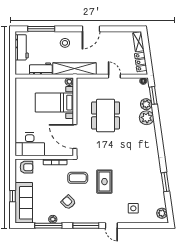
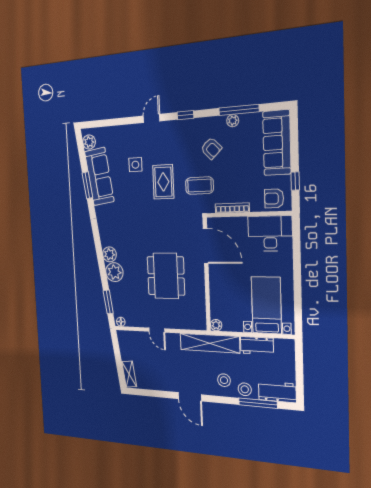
door: (91, 29) -> (190, 397), swing flipped
stool: (50, 38) -> (245, 389), added
workbench: (22, 47) -> (277, 392), moved, turned 90
locker: (141, 62) -> (125, 347), removed
bed with nightstands: (54, 103) -> (266, 305), moved, turned -90
plant: (146, 104) -> (109, 254), moved
sofa: (155, 188) -> (99, 176), added
window: (13, 196) -> (295, 181), moved
side table: (133, 208) -> (135, 165), moved
window: (86, 226) -> (185, 115), width x0.46
door: (111, 226) -> (152, 118), hinge flipped

